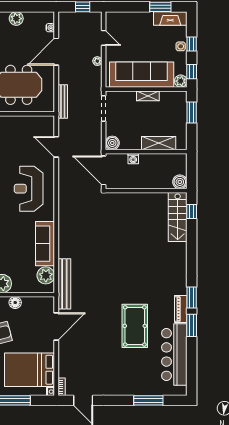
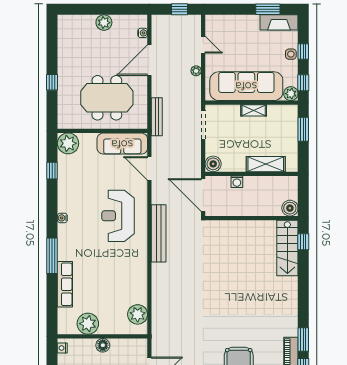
sofa: (45, 244) -> (122, 144), moved, turned -90
bench: (64, 284) -> (159, 233), moved

